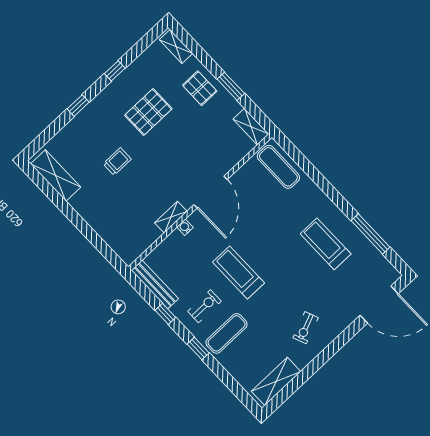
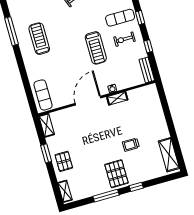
window: (115, 71) -> (106, 196), width x2.17
pallet: (148, 112) -> (116, 174), moved, turned 90
treadmill: (326, 244) -> (39, 39), turned 180
bench: (155, 284) -> (147, 70), width x0.73

